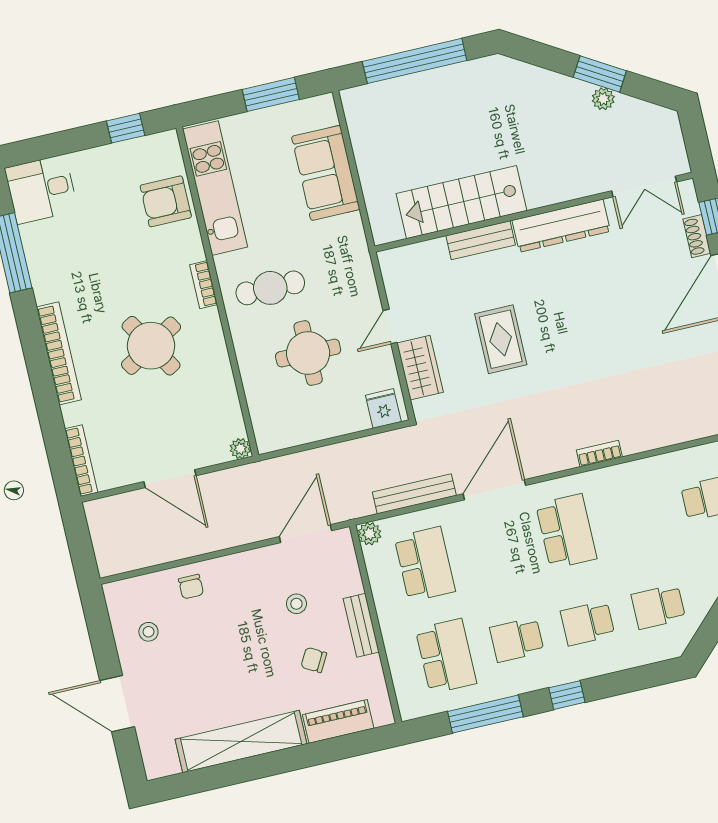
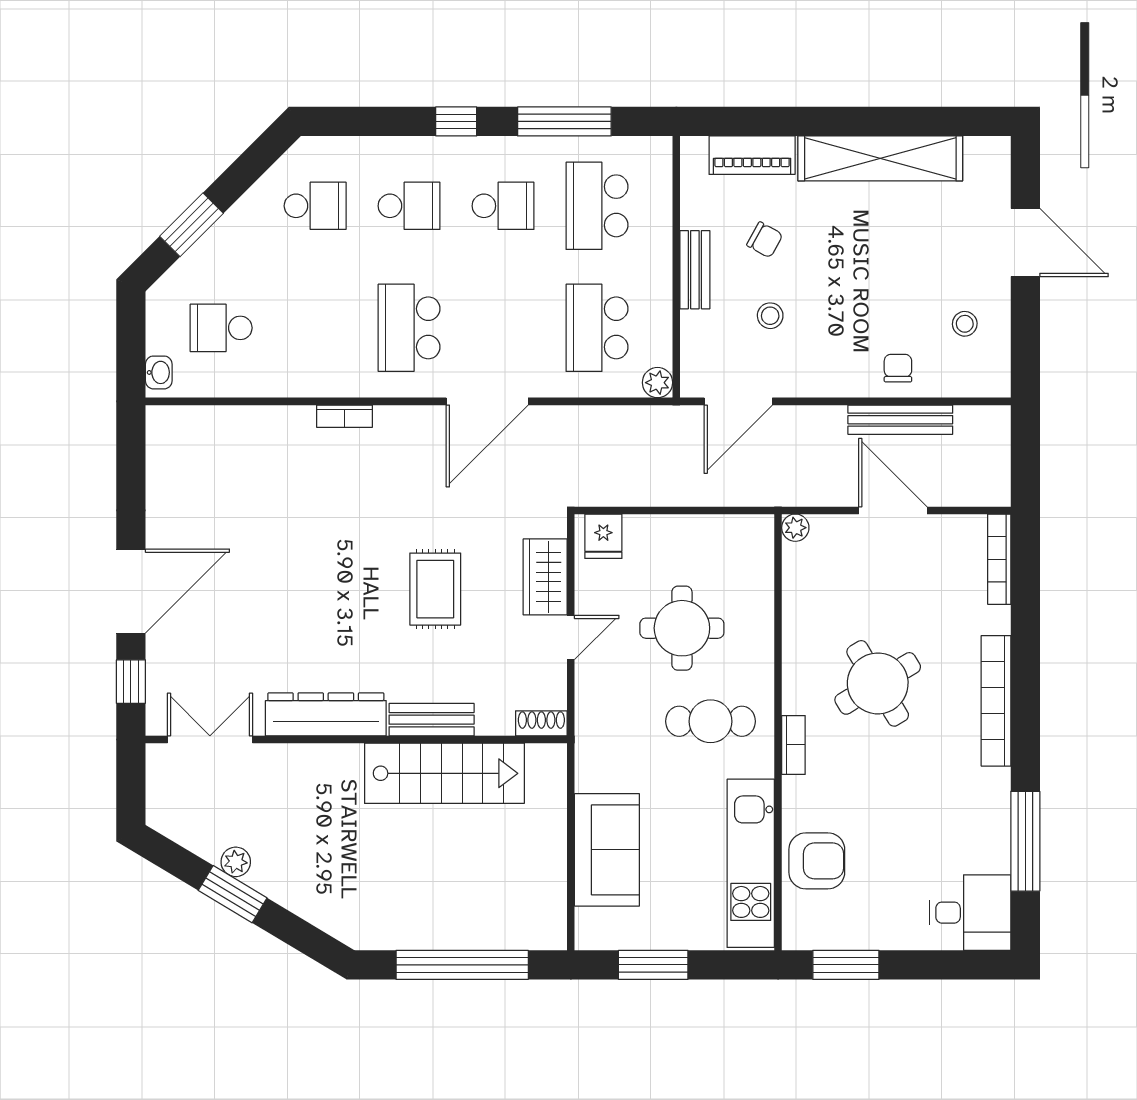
window: (126, 128) -> (846, 965), width x1.50
shoe rack: (697, 236) -> (541, 723), moved, turned -90
bench: (414, 494) -> (900, 420), moved

